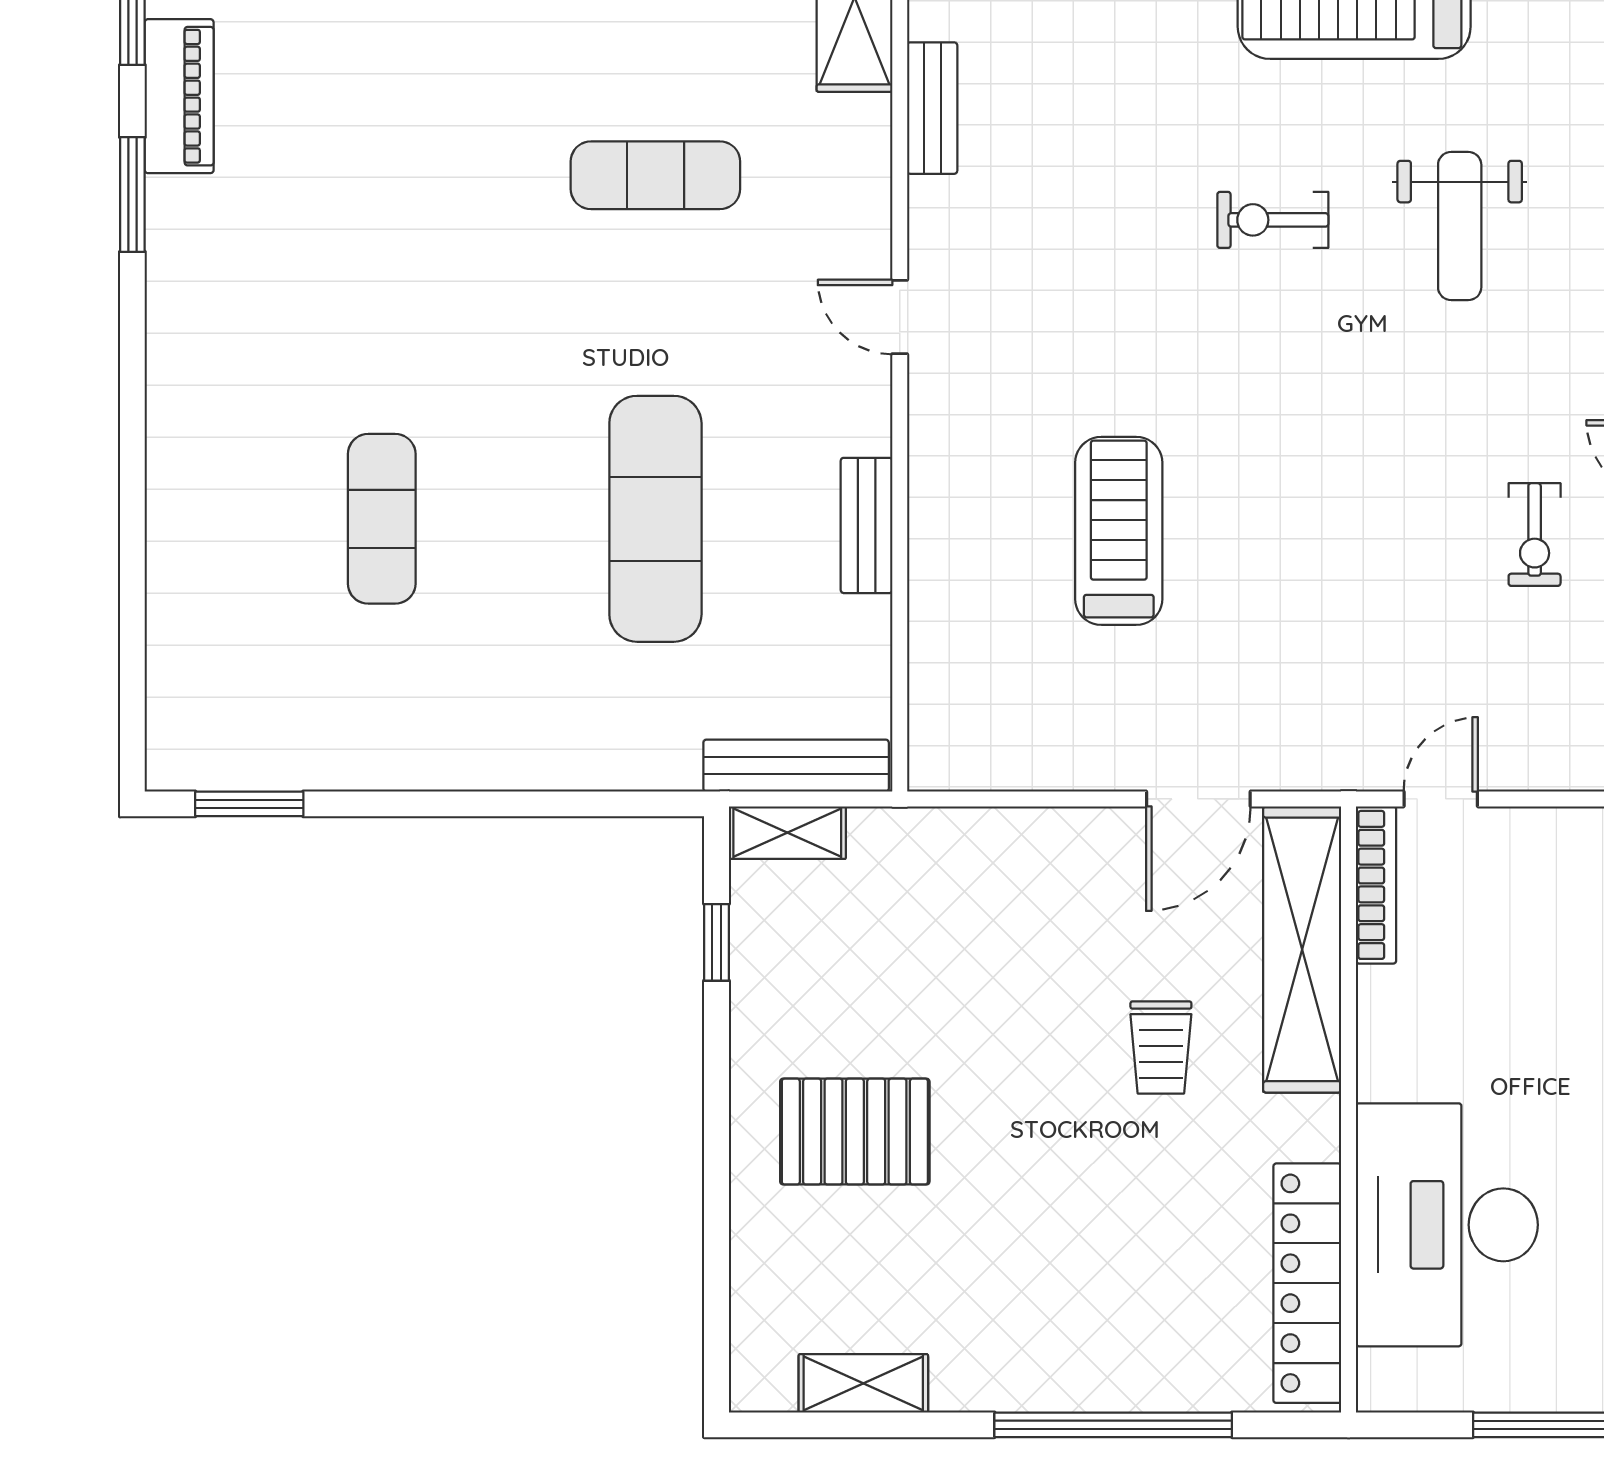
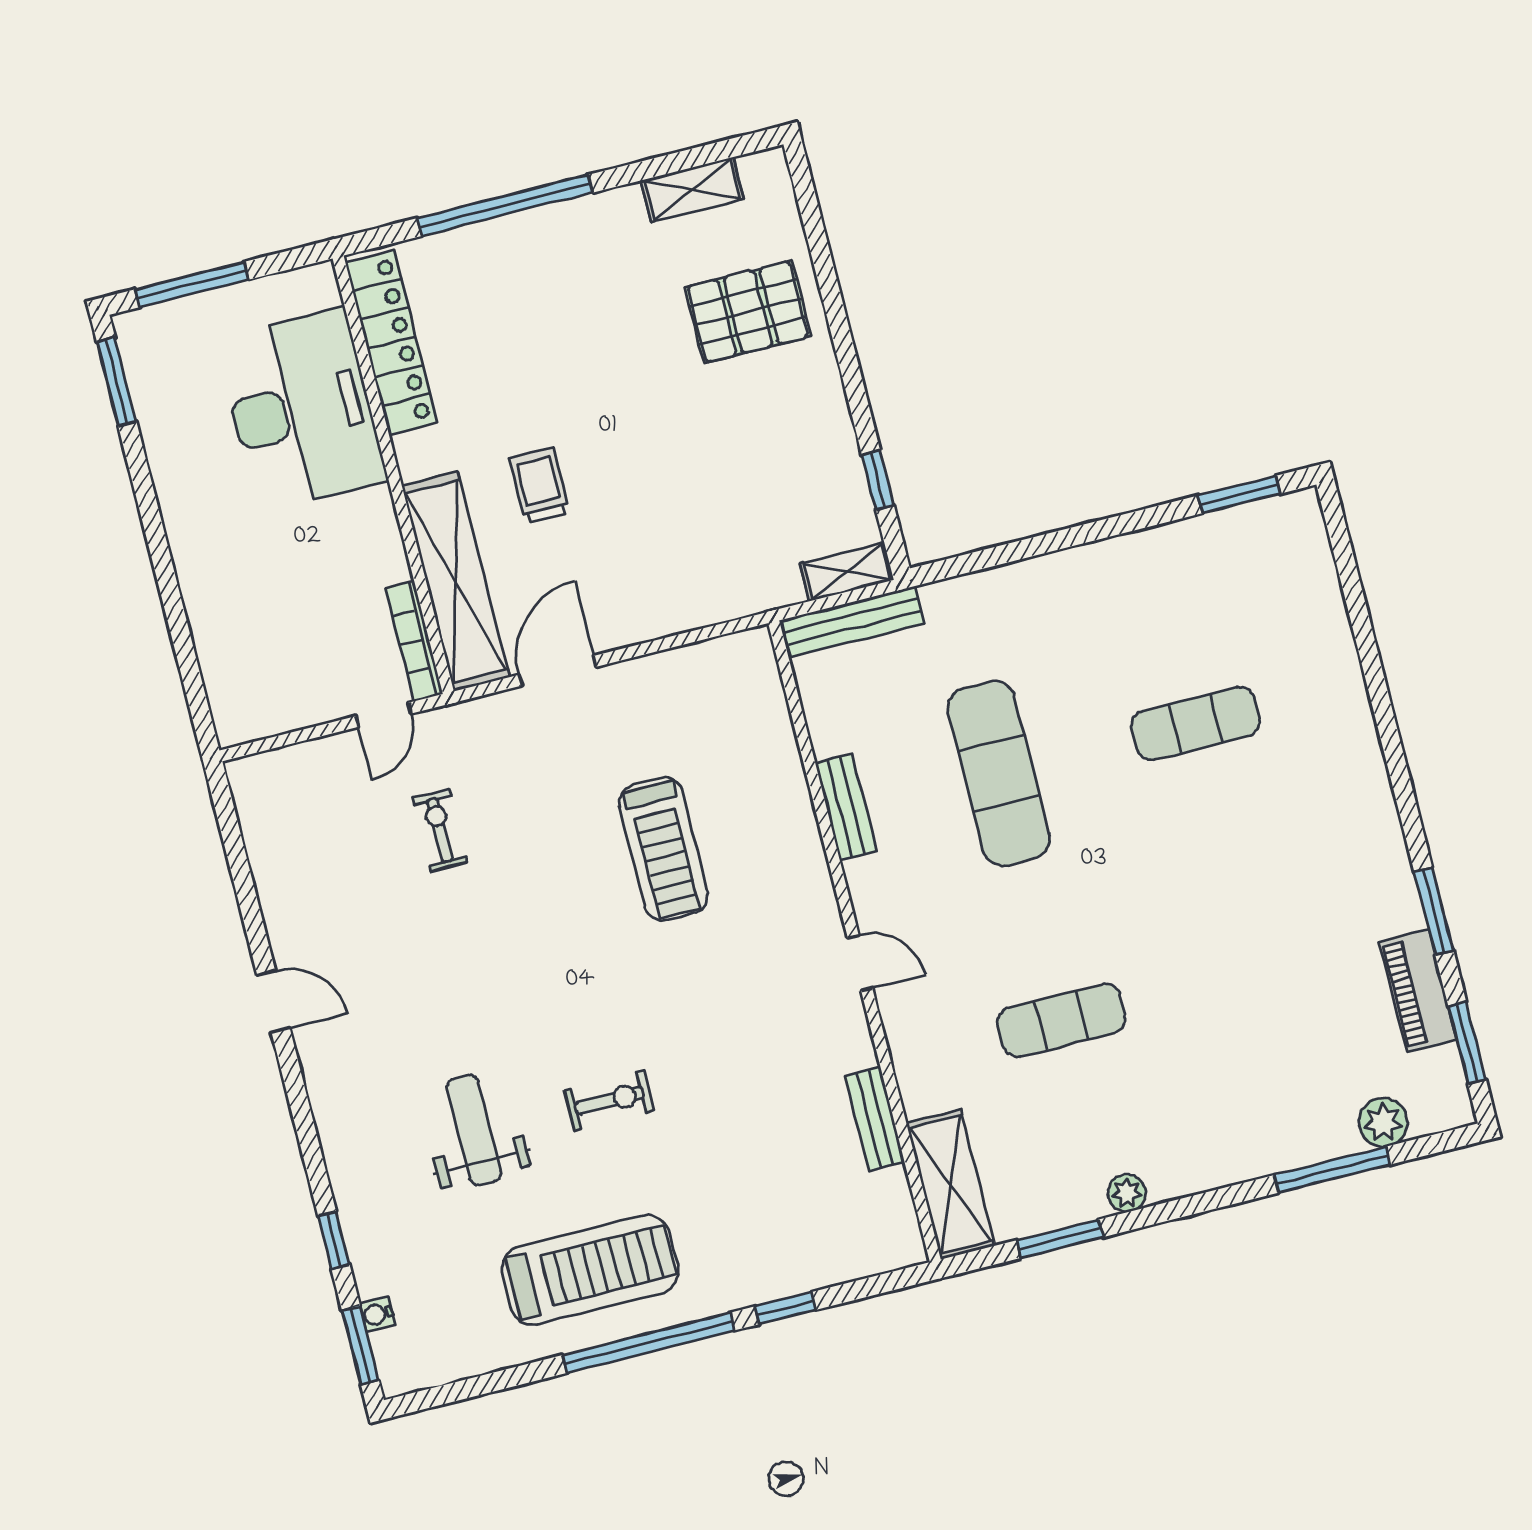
exercise mat: (382, 519) -> (1196, 724), turned 90
exercise bike: (1535, 535) -> (440, 830), moved
pallet: (855, 1132) -> (748, 312), moved

